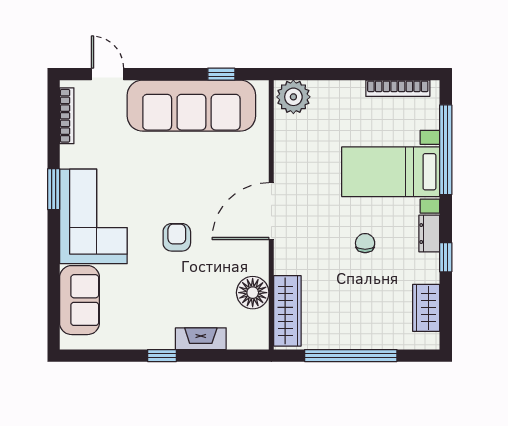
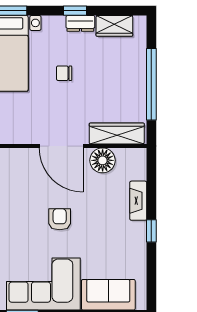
door: (271, 211) -> (61, 146), moved
dresser: (429, 234) -> (80, 23), moved
armchair: (177, 237) -> (60, 219), turned 90

